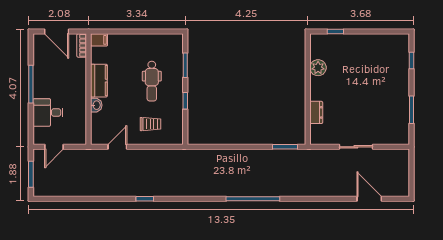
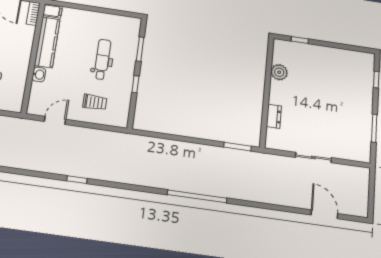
kitchen counter: (99, 81) -> (47, 42), width x1.50
dental chair: (152, 81) -> (102, 59), turned 180

